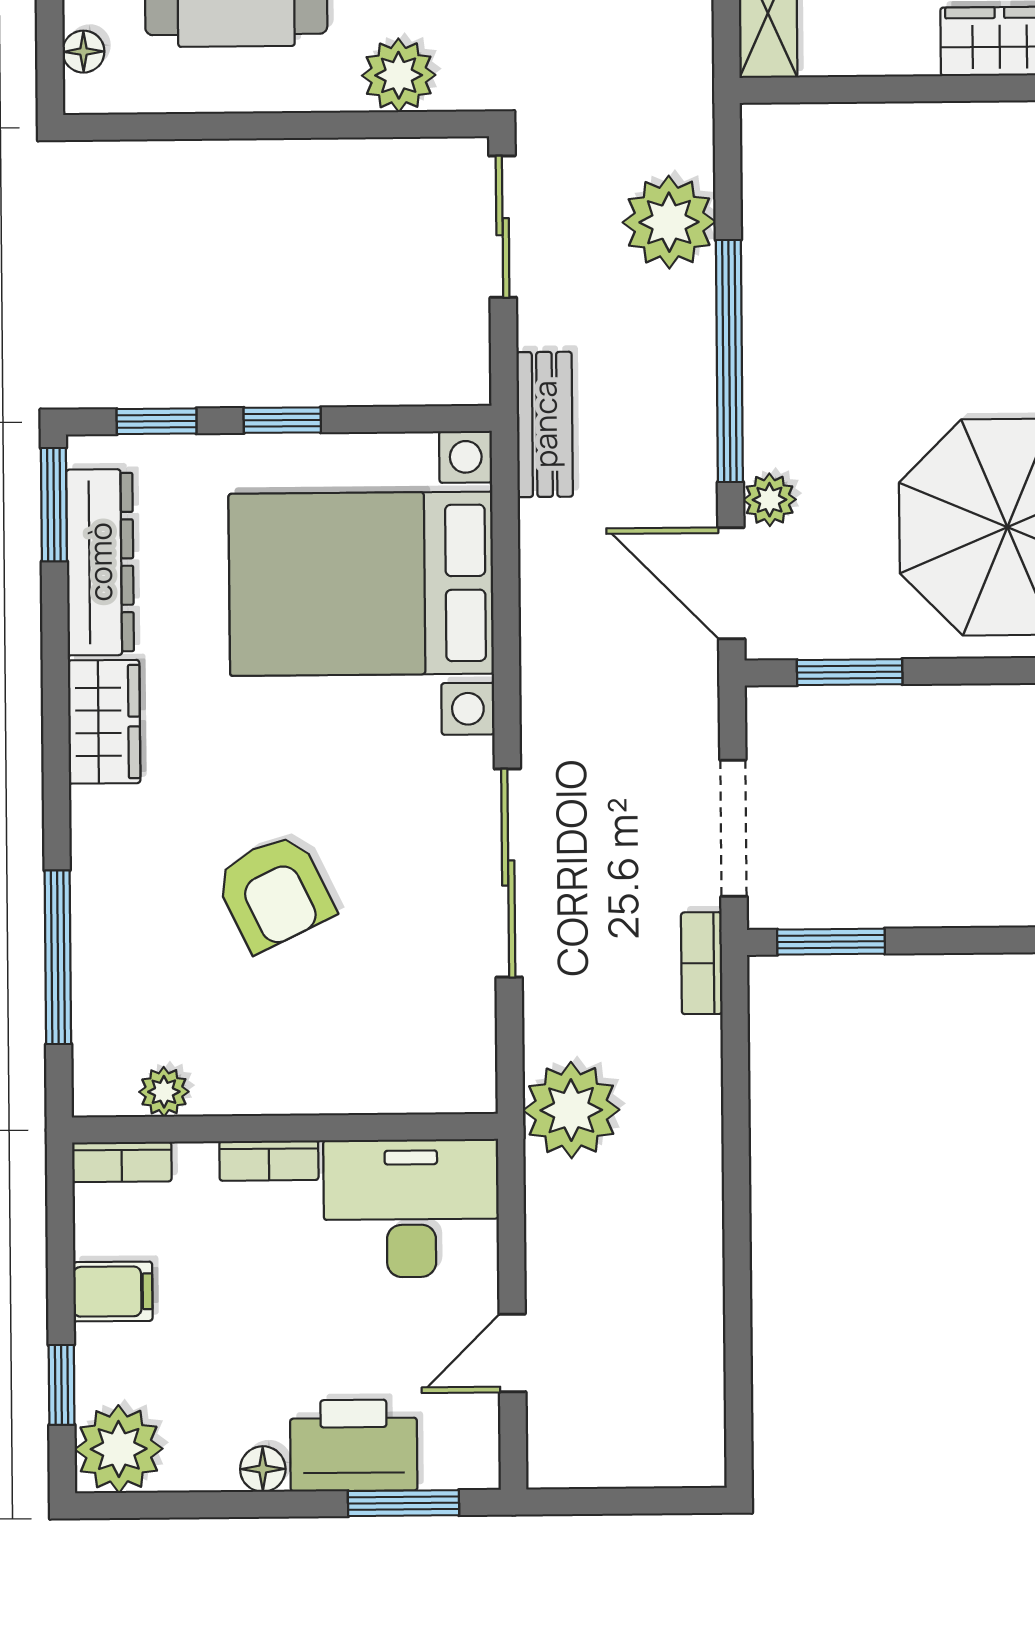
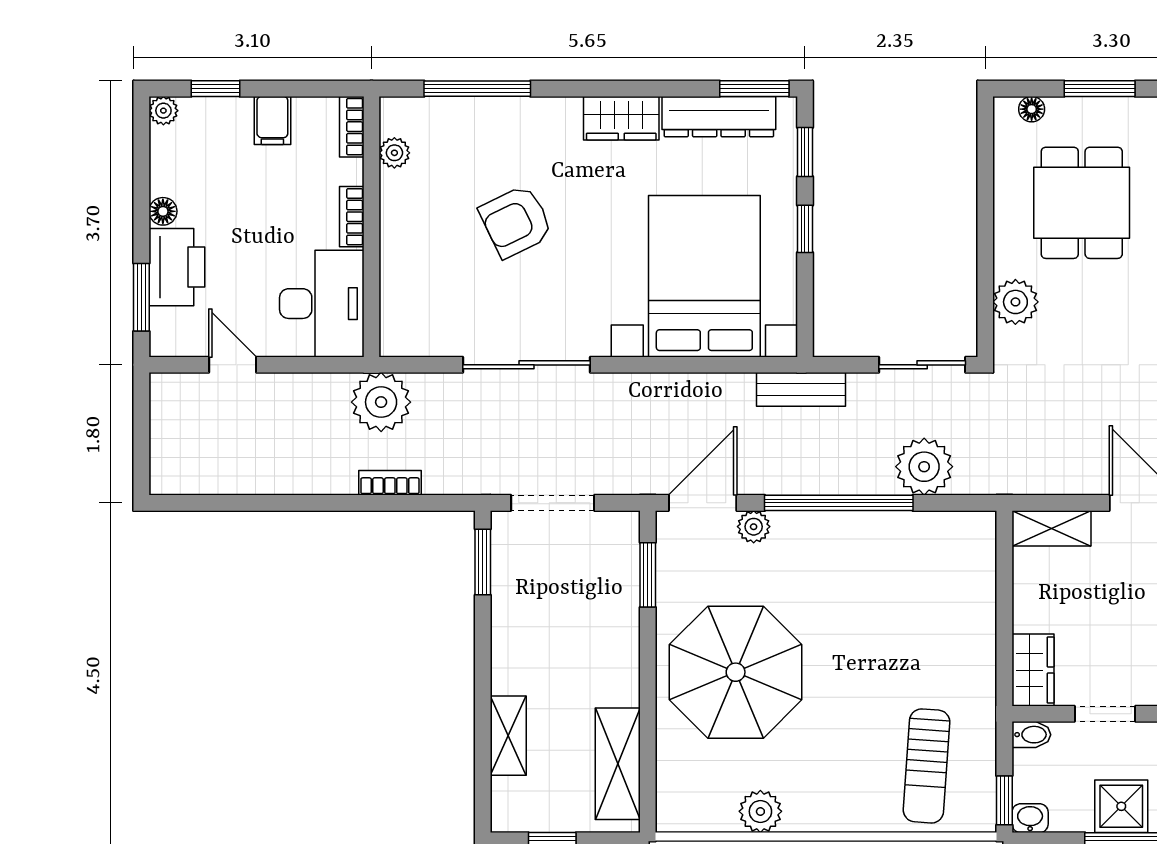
bookcase: (702, 963) -> (390, 483), moved
plant: (119, 1449) -> (163, 111), width x0.53, depth x0.53

